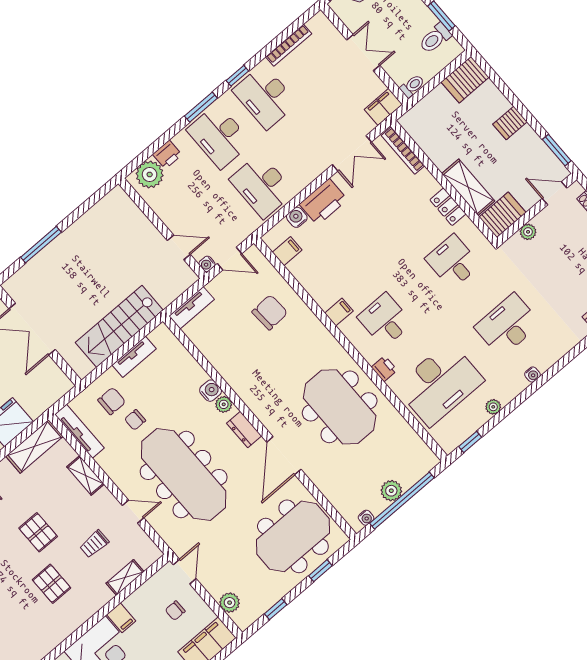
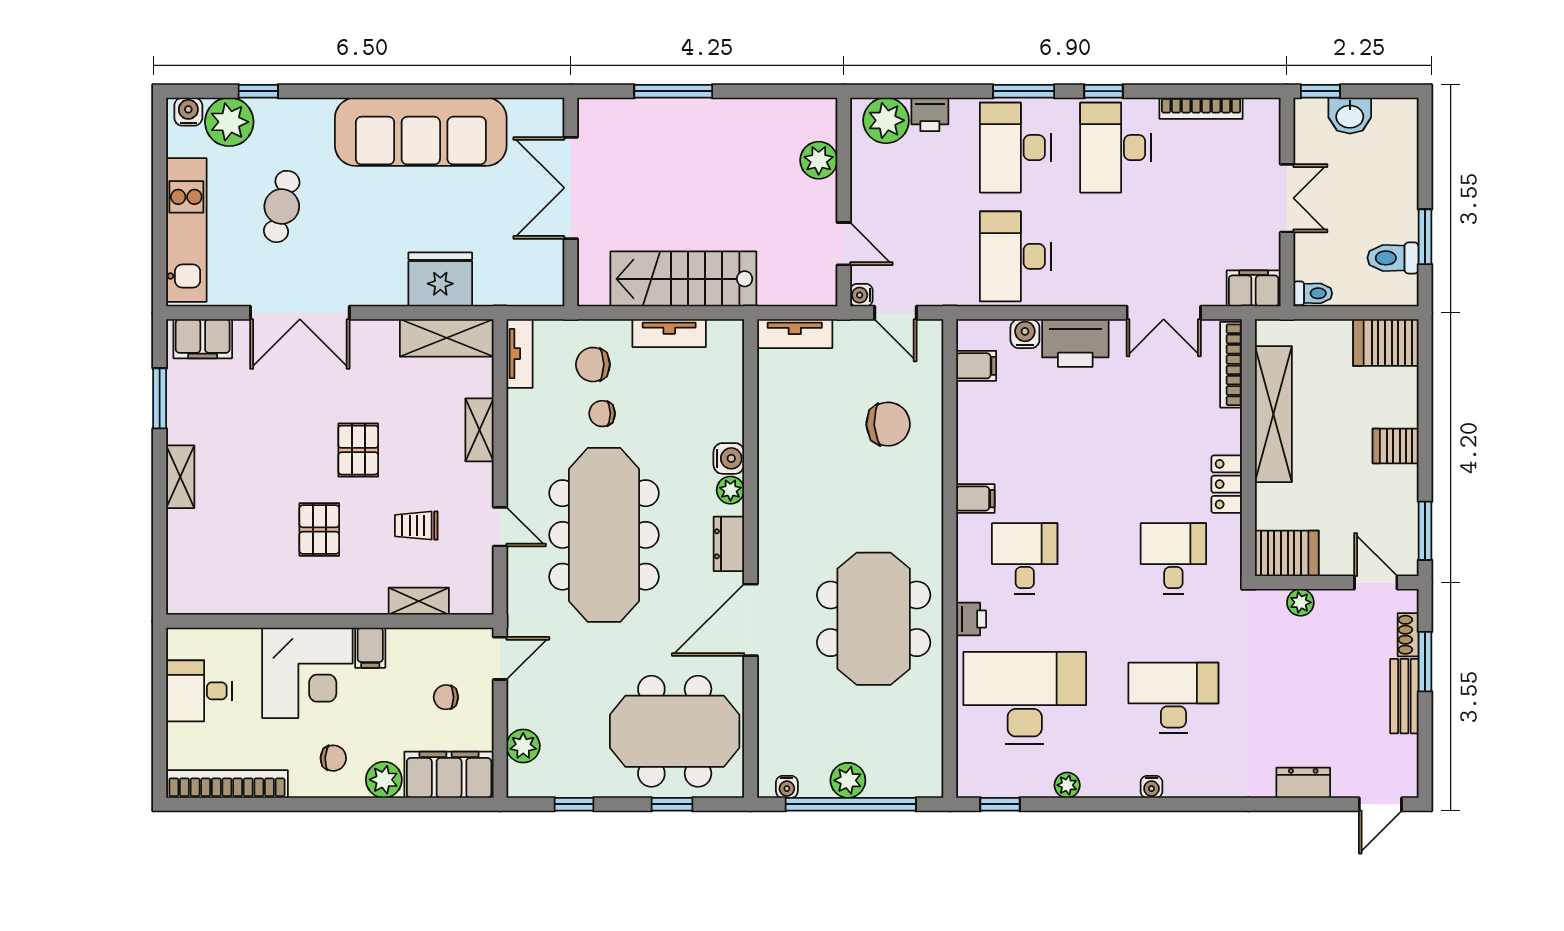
shelving: (468, 187) -> (1273, 414), moved, width x1.47
plant: (134, 219) -> (819, 160), added
desk: (440, 384) -> (1025, 698), turned 180
chair: (112, 401) -> (593, 365), turned 180
tv unit: (79, 431) -> (520, 354), width x0.71

